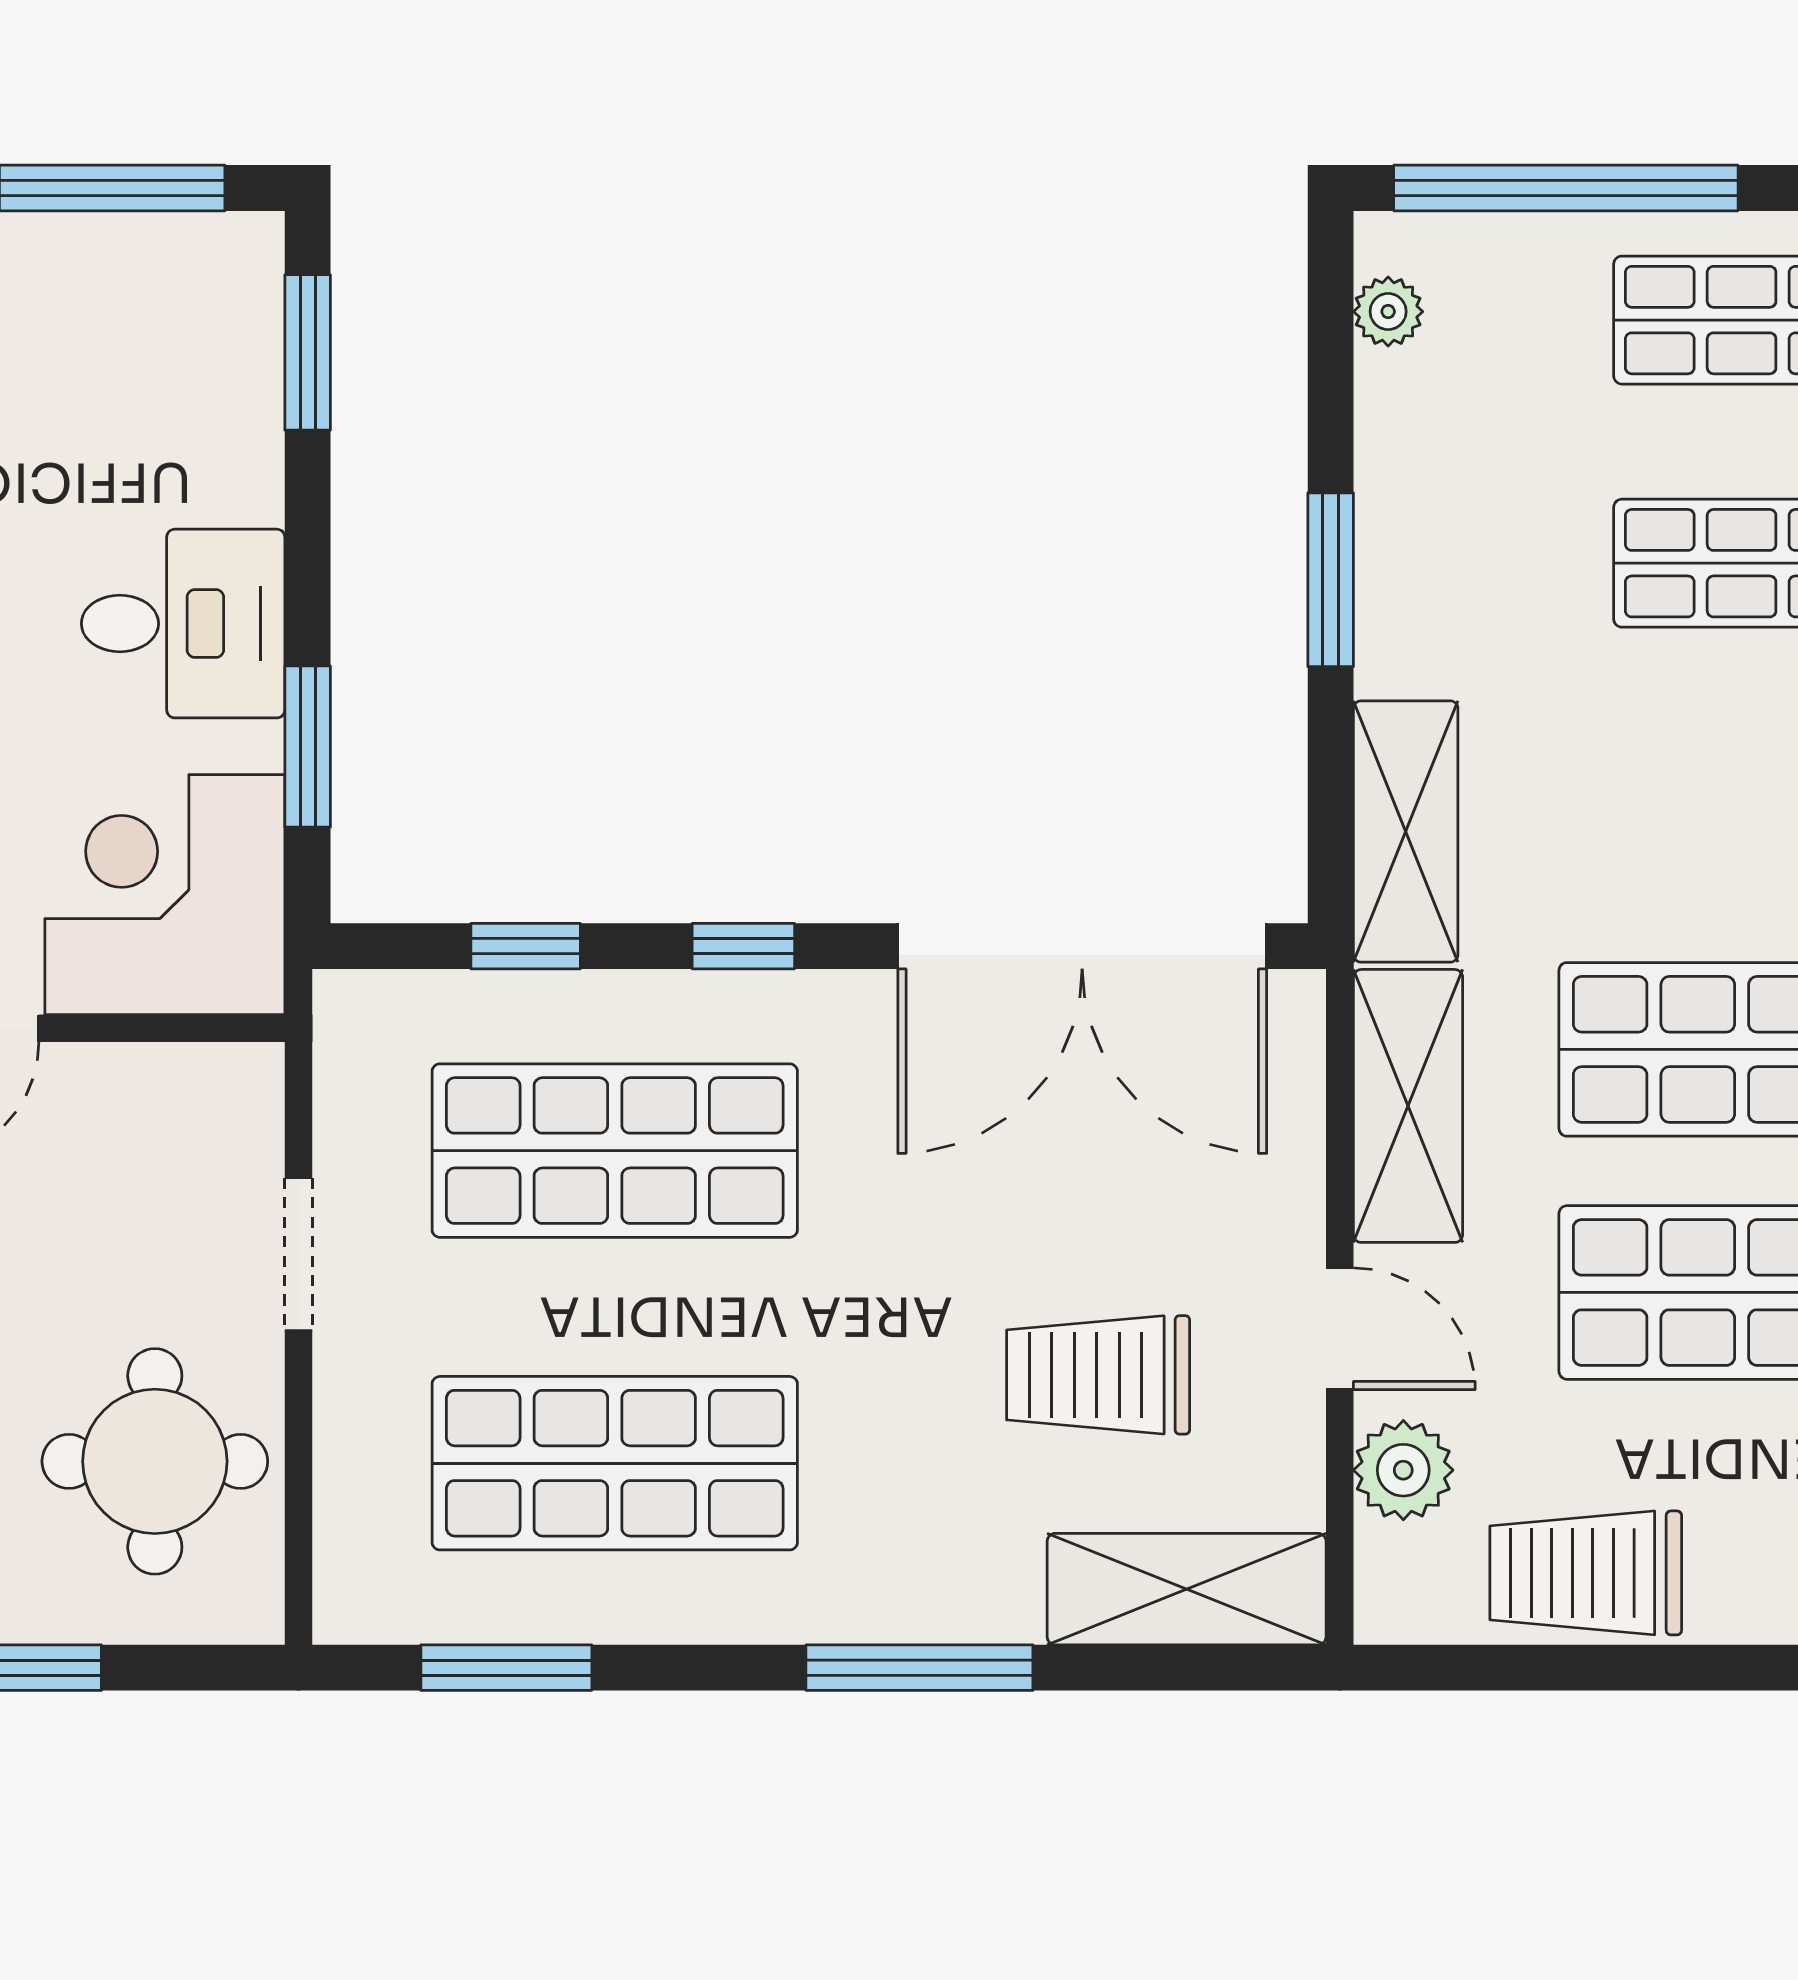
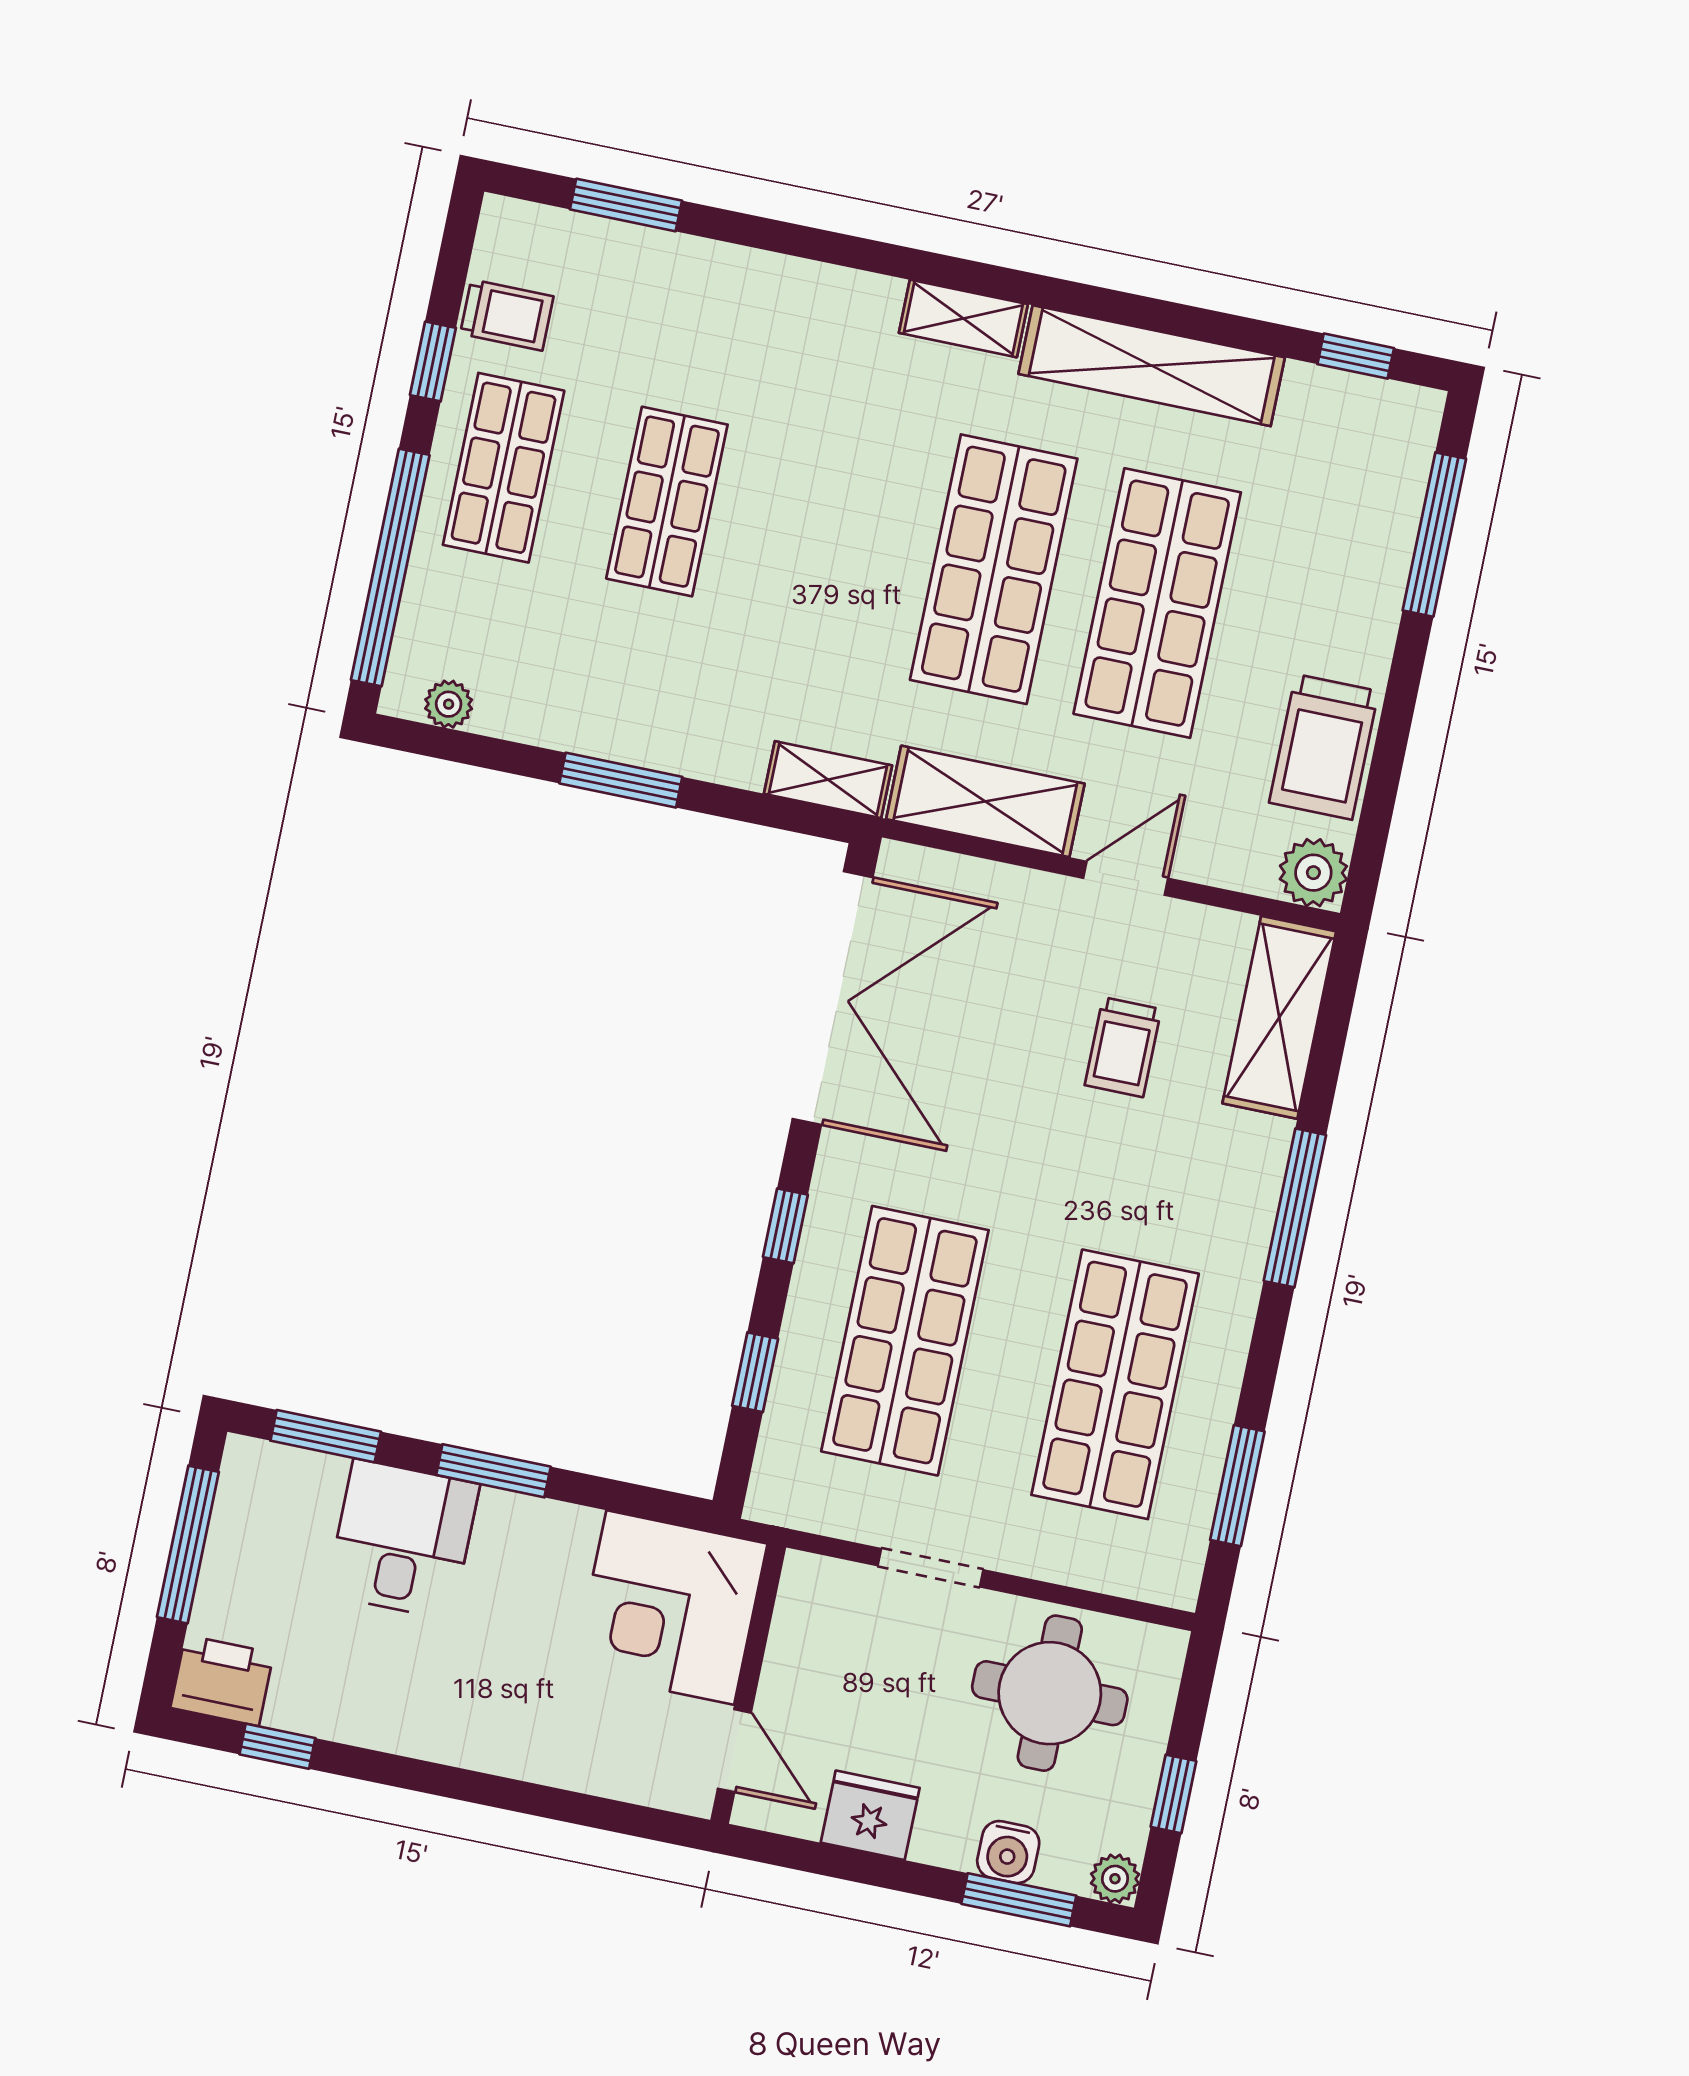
desk: (183, 624) -> (403, 1539), moved
window: (308, 747) -> (493, 1471), moved
shelving: (1406, 831) -> (828, 780), width x0.67, depth x0.75
trolley: (1098, 1375) -> (1123, 1047), width x0.73, depth x0.72
plant: (1403, 1470) -> (1313, 873), moved

